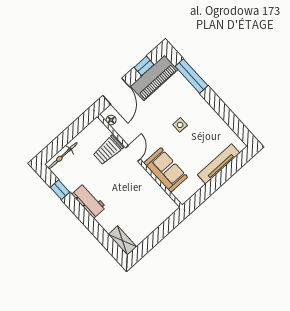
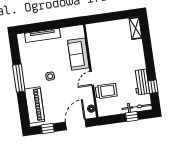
window: (191, 76) -> (19, 78), moved
piano: (154, 78) -> (35, 105), moved, turned 90
window: (61, 142) -> (132, 116), added
workbench: (89, 201) -> (142, 82), moved

